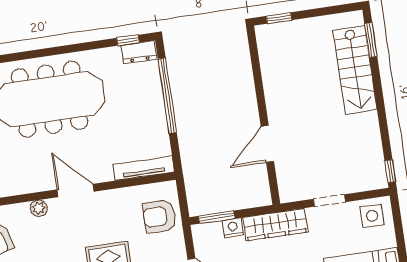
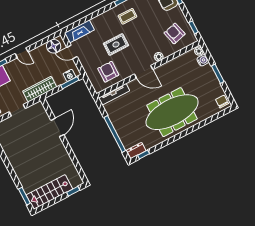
stairs: (355, 70) -> (49, 192), moved, turned -90
armchair: (160, 216) -> (108, 72), moved, turned -90
nightstand: (233, 228) -> (69, 75), moved

